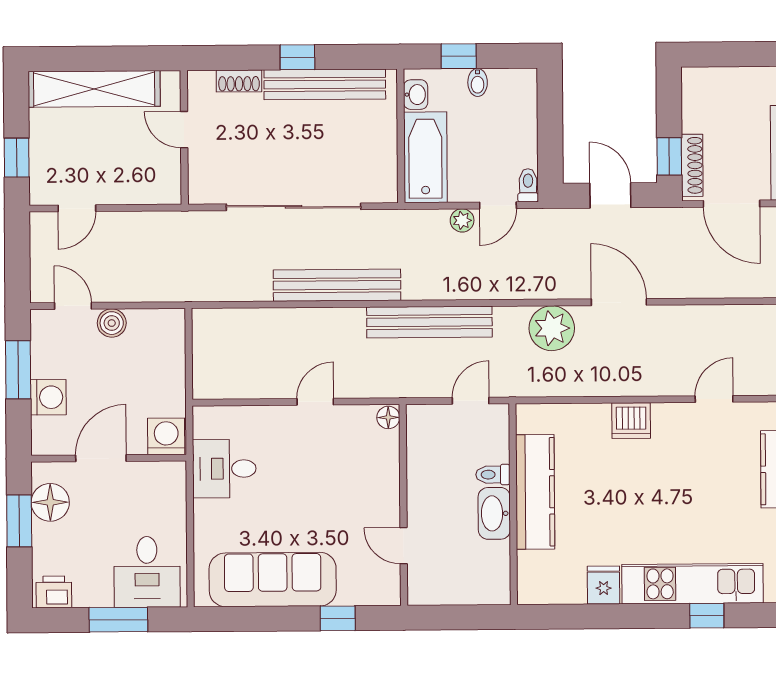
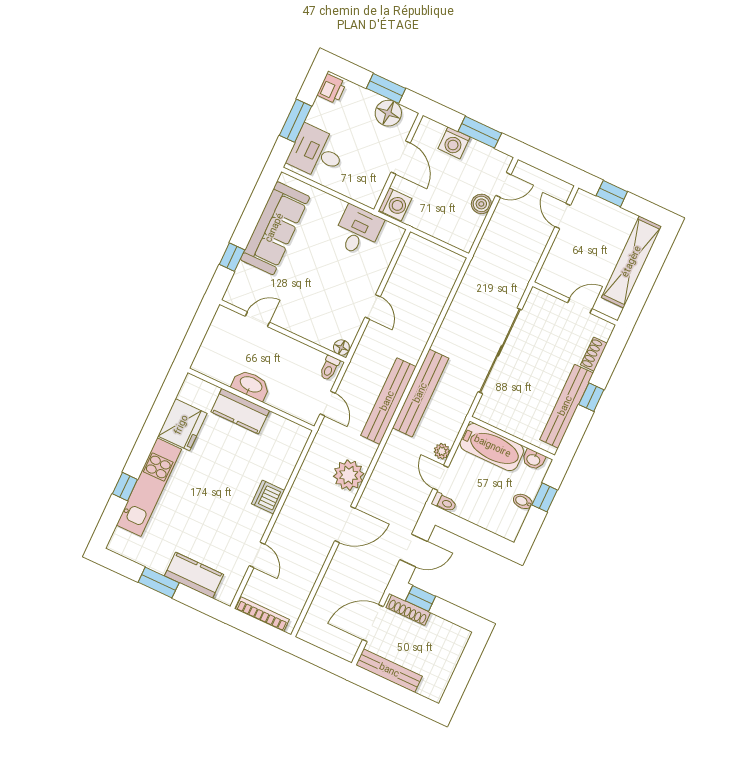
bench: (337, 285) -> (421, 393), moved
toilet: (493, 475) -> (329, 368), moved, turned 180
kitchen counter: (535, 492) -> (240, 411), width x0.67
fridge: (604, 585) -> (182, 425), width x1.88, depth x1.34

